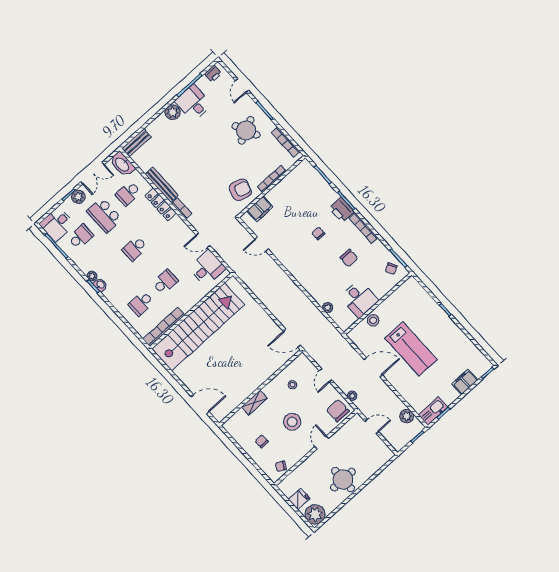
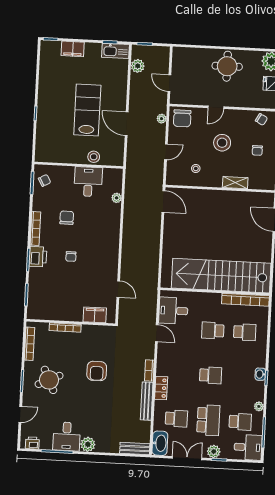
armchair: (240, 190) -> (97, 371), moved, turned -108
locker: (161, 204) -> (161, 388), width x0.66
school desk: (81, 237) -> (240, 422), turned 180
plant: (92, 276) -> (259, 406), moved

